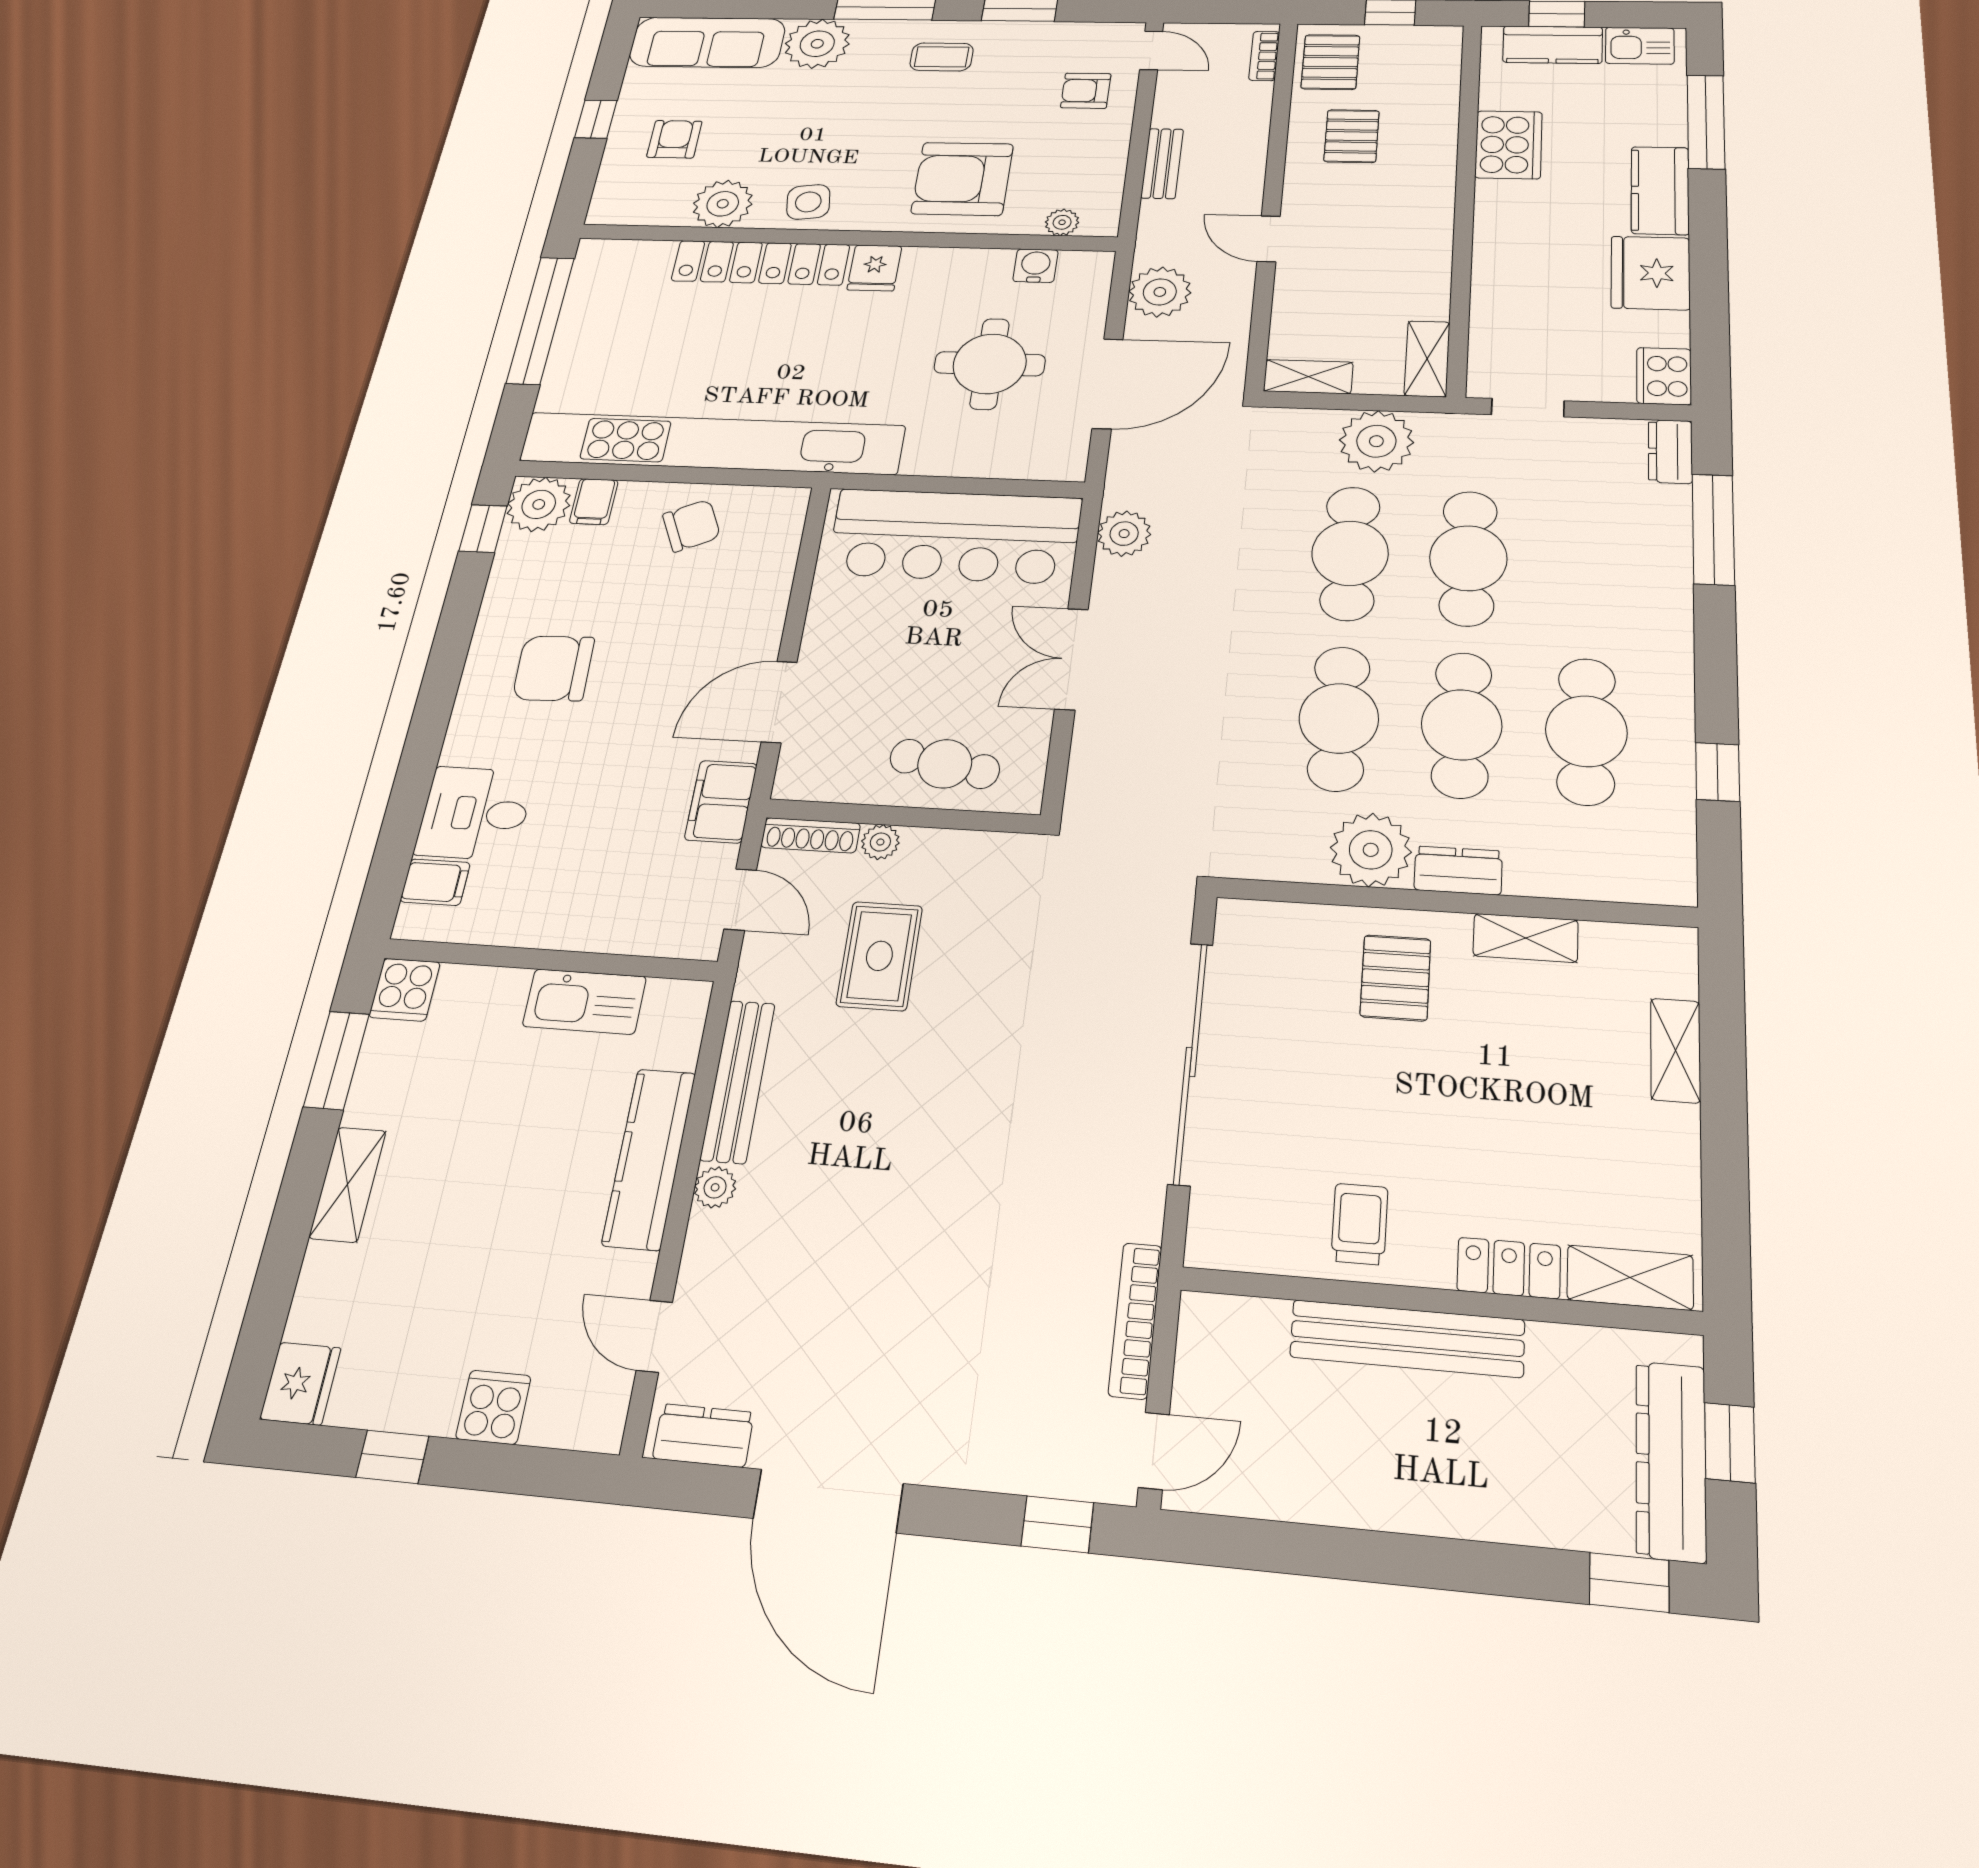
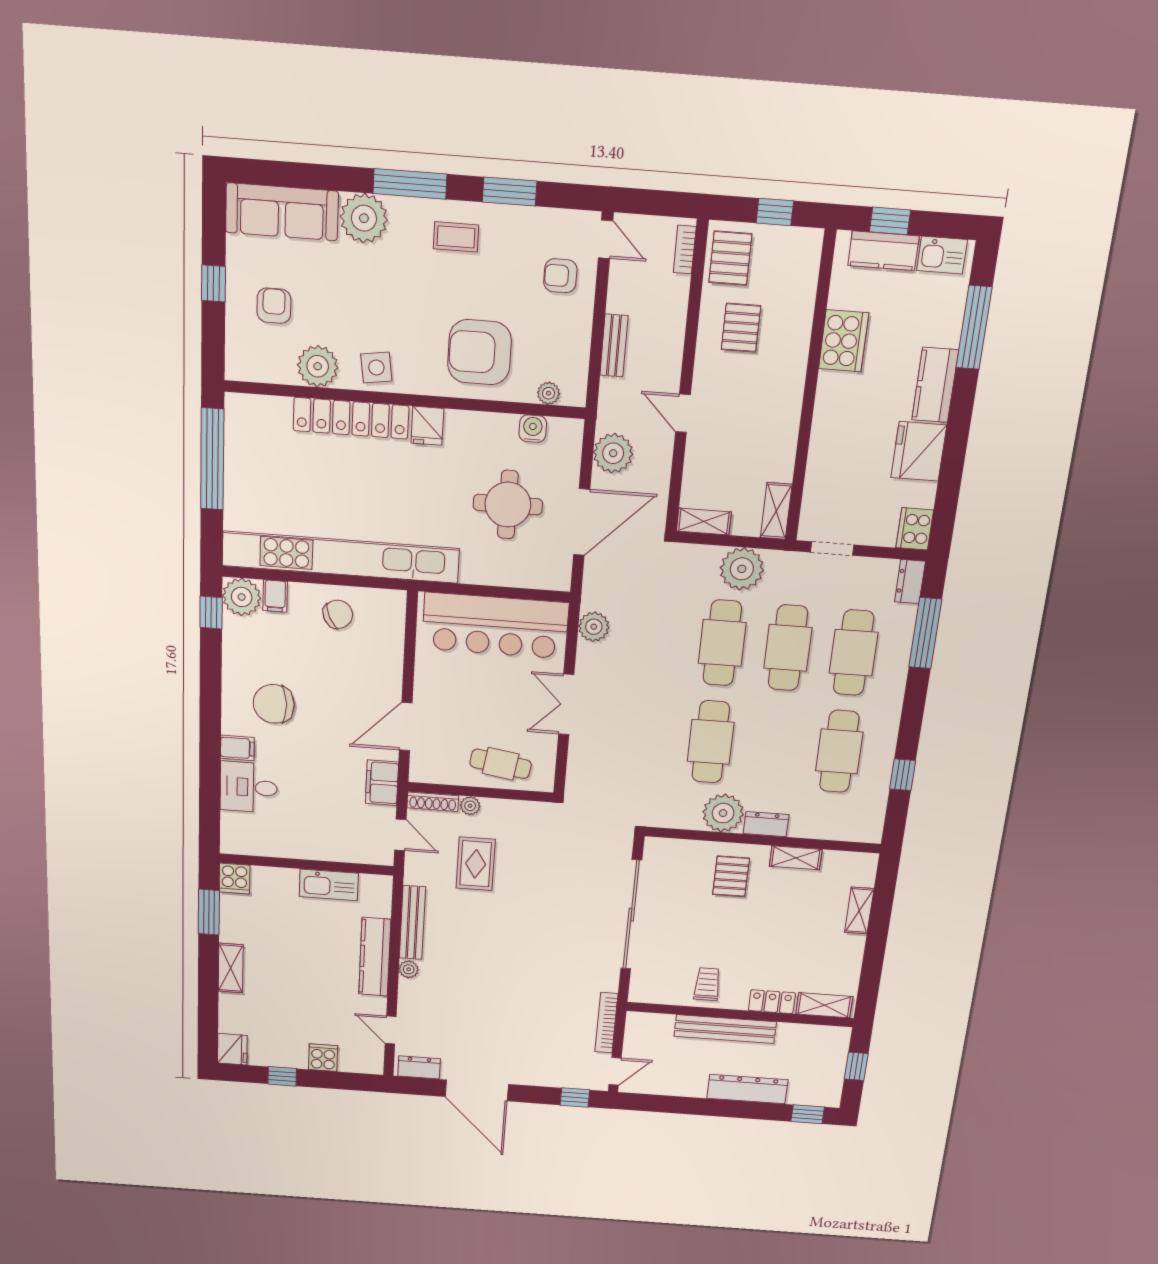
cafe table: (1462, 725) -> (854, 653), moved
filing cabinet: (435, 882) -> (237, 748), moved
dresser: (1671, 1461) -> (747, 1089), moved, turned 90

